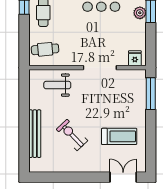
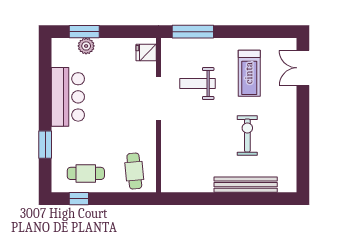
weight bench: (57, 85) -> (198, 84), moved, turned 90
exercise bike: (72, 135) -> (247, 136), turned 134
treadmill: (119, 136) -> (249, 73), turned 180

